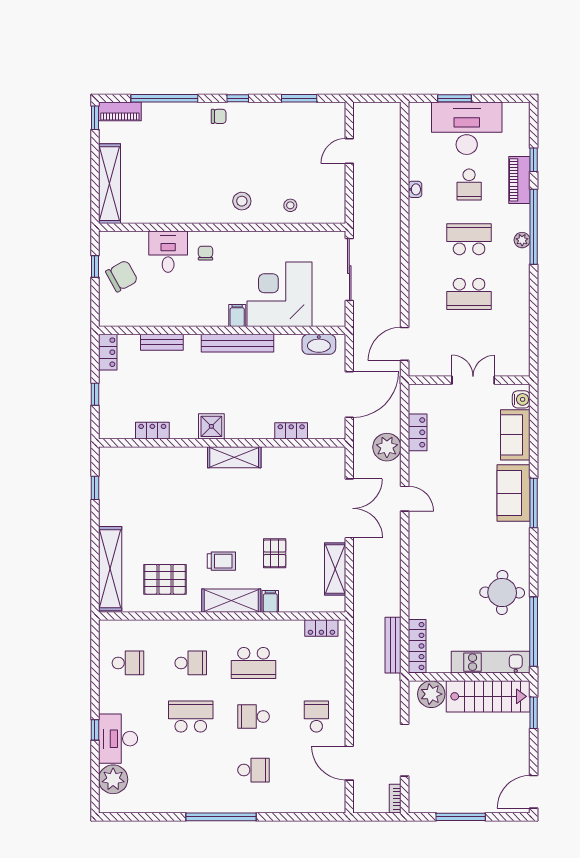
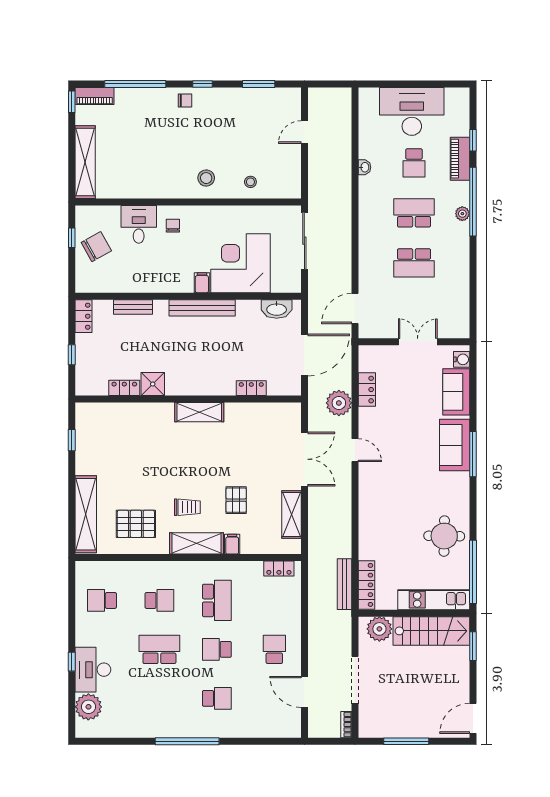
window: (455, 98) -> (401, 84), removed
shower: (211, 426) -> (153, 384), moved
school desk: (128, 663) -> (102, 600), turned 180
school desk: (254, 663) -> (217, 600), turned -90

